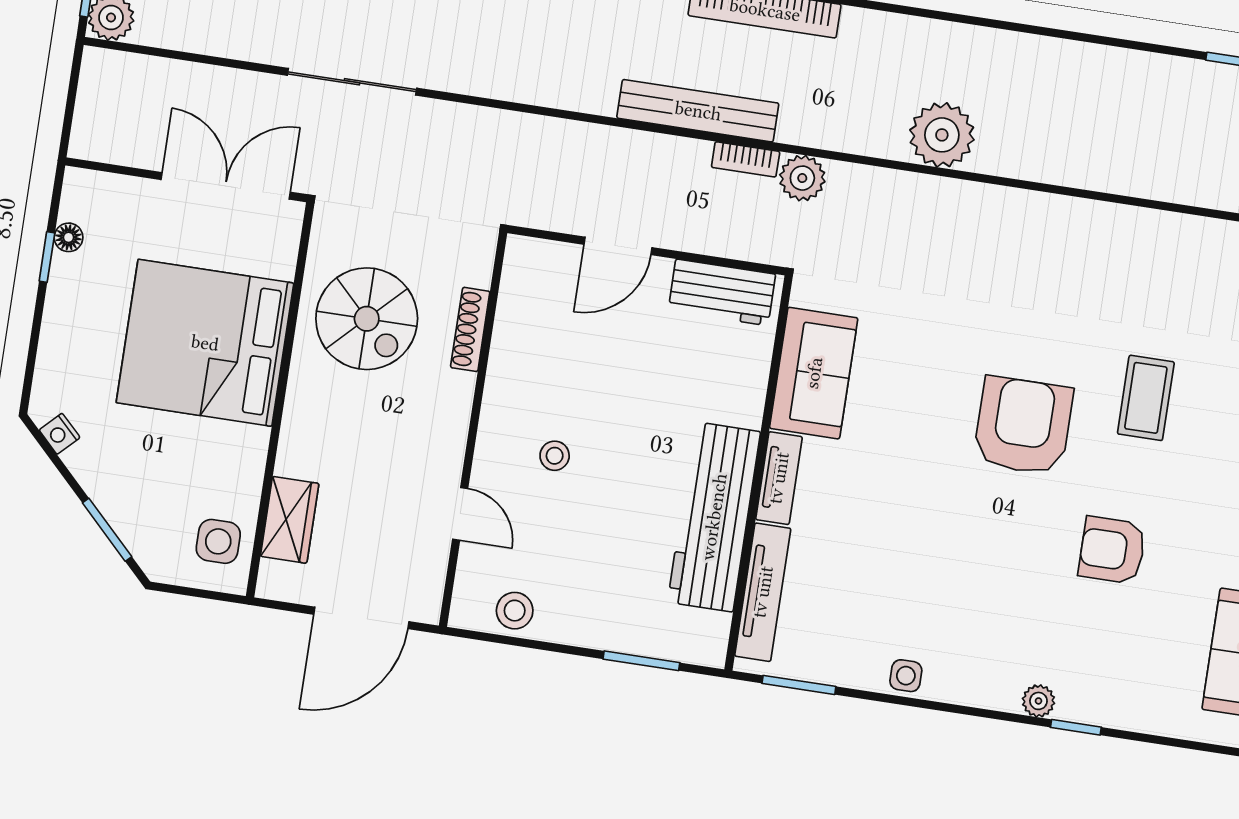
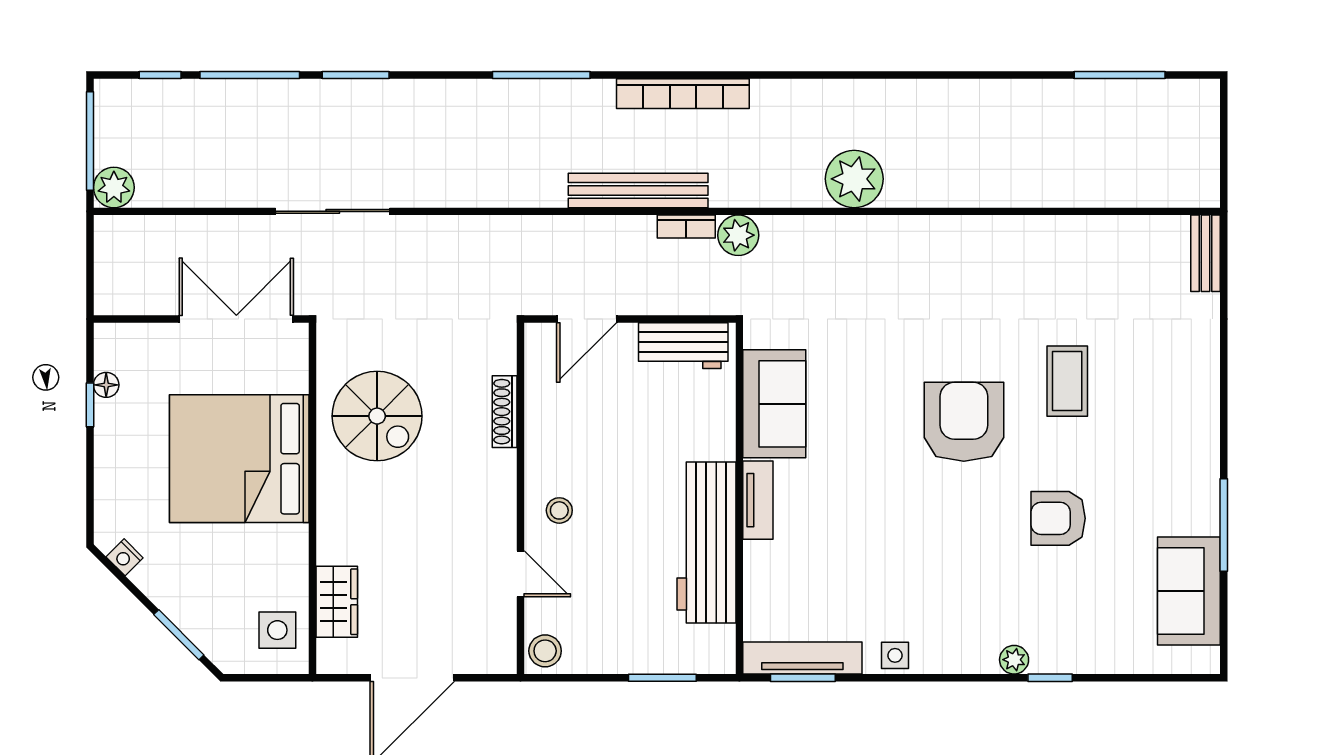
shoe rack: (470, 329) -> (505, 412), moved
wall: (473, 429) -> (521, 498), moved
door: (460, 514) -> (521, 574), moved
tv unit: (763, 592) -> (802, 658), moved, turned -90

